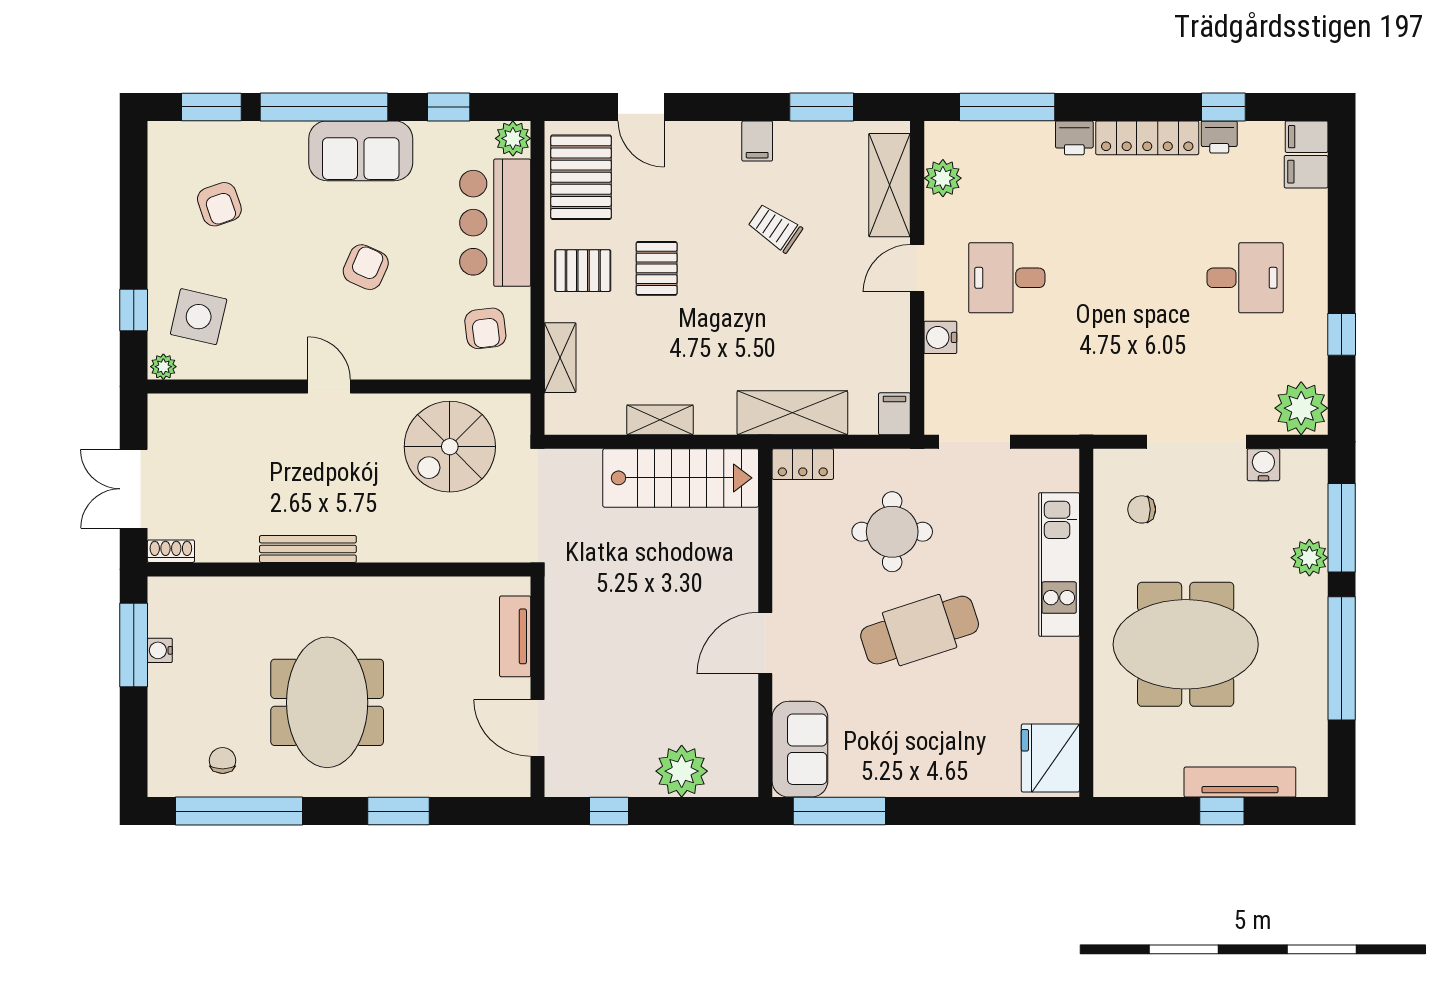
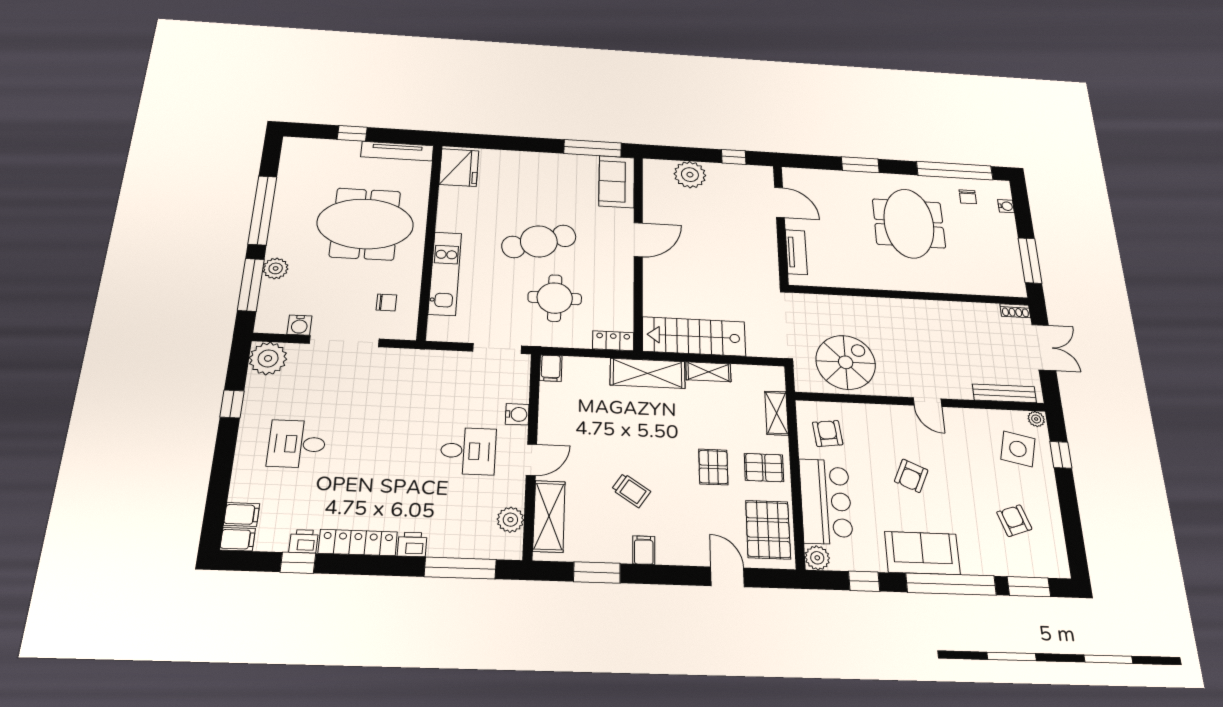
shelving: (792, 413) -> (648, 373), moved
bench: (308, 549) -> (1004, 393), moved
water cooler: (160, 650) -> (1006, 206), moved
tv unit: (1240, 782) -> (397, 151), moved

